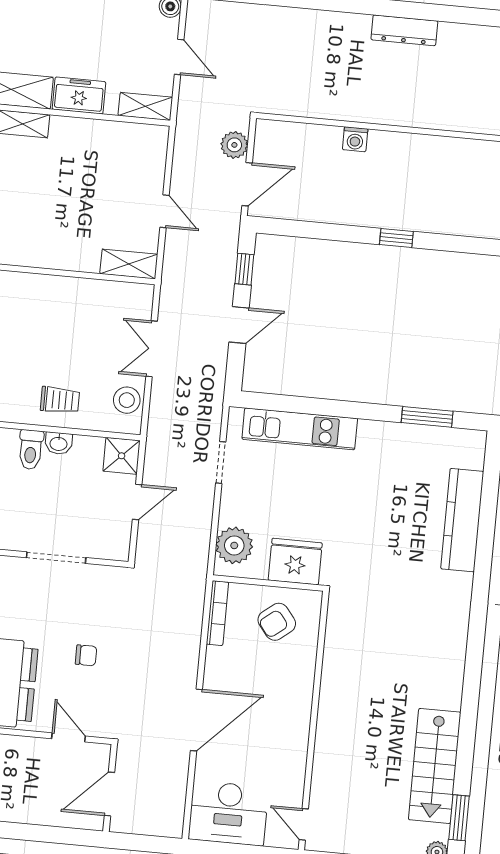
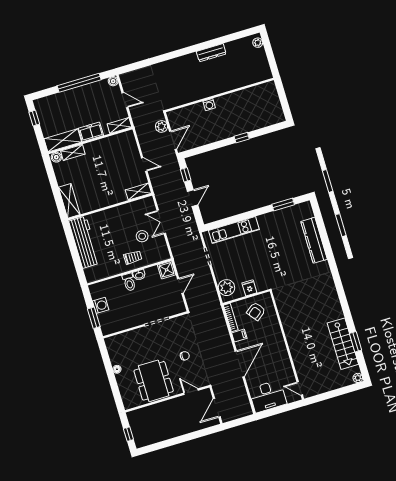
stool: (127, 400) -> (142, 236), moved
fridge: (295, 562) -> (249, 288), width x0.53, depth x0.75
filing cabinet: (220, 659) -> (239, 336), added
window: (459, 818) -> (356, 342), moved

